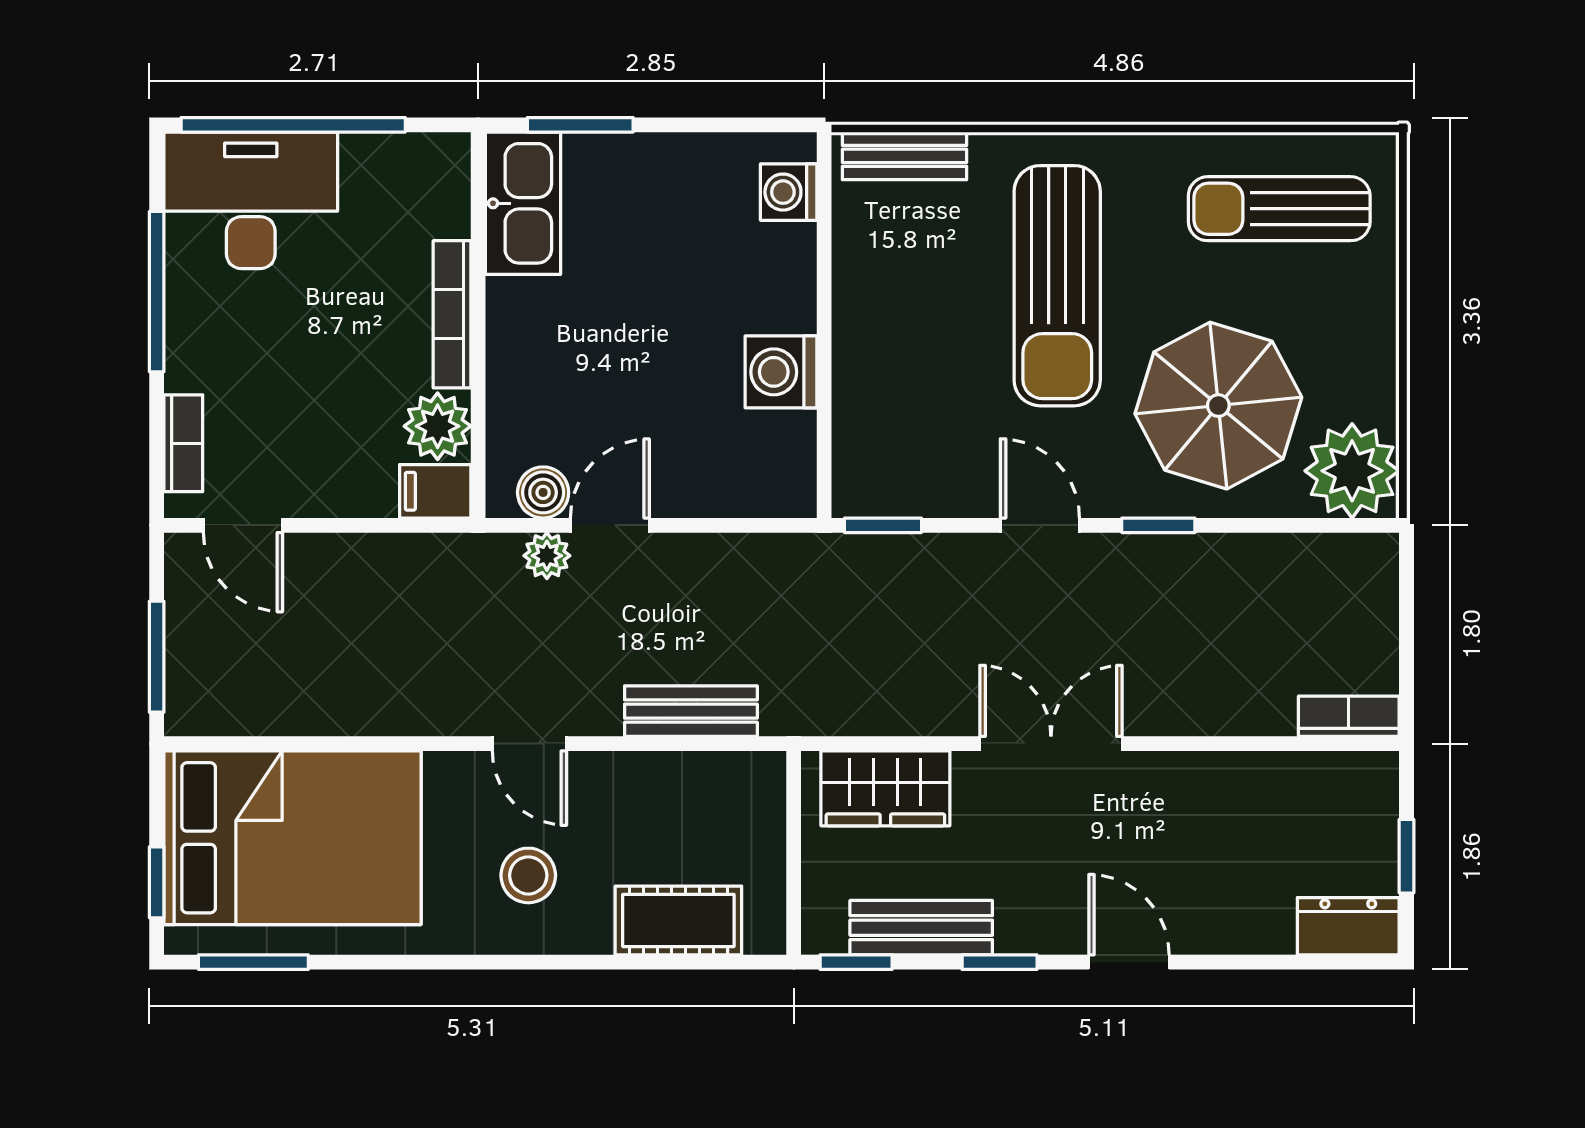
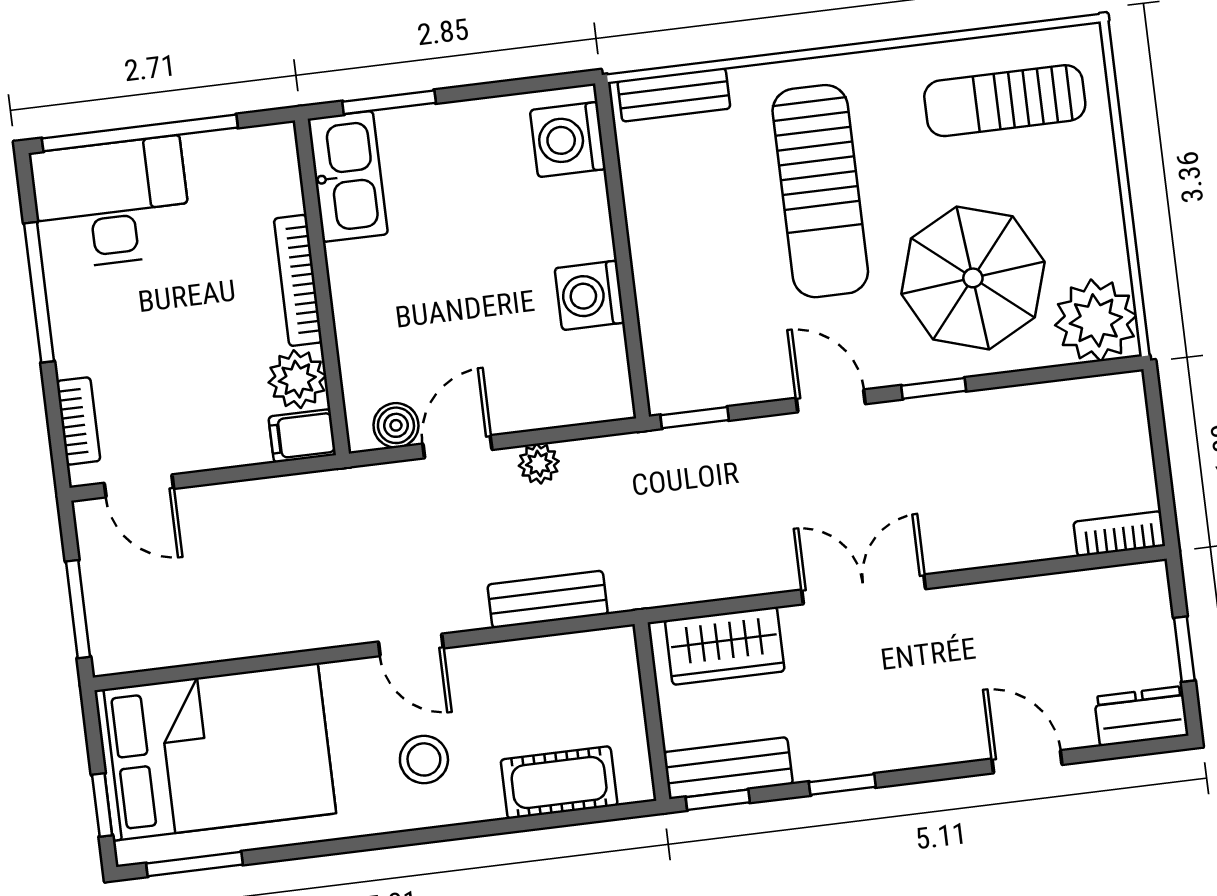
washing machine: (789, 192) -> (568, 140), width x1.38, depth x1.38
plant: (547, 556) -> (539, 464), moved
bench: (921, 928) -> (728, 768), moved
door: (1129, 962) -> (1027, 762), moved

